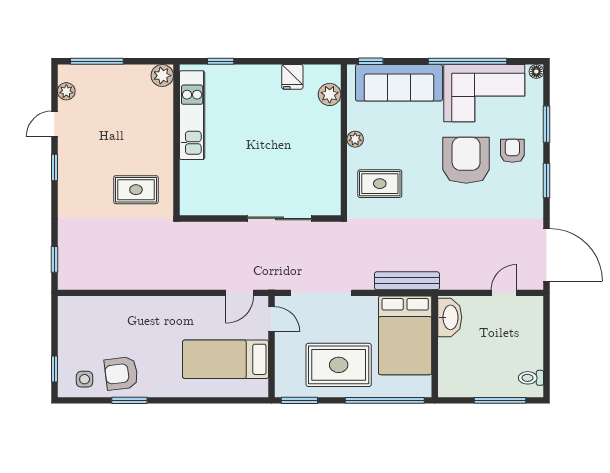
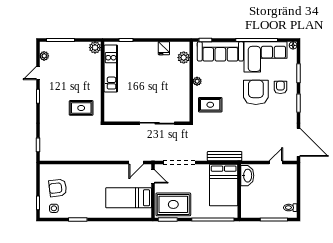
rug: (339, 365) -> (173, 204), moved
armchair: (121, 373) -> (58, 188), moved

